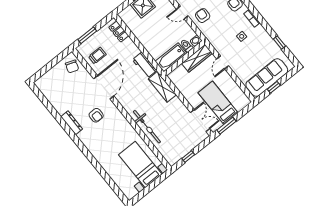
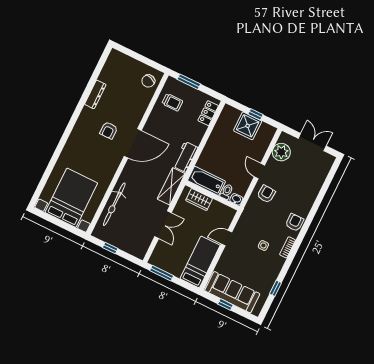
wardrobe: (197, 58) -> (199, 200), moved, width x0.67
door: (104, 87) -> (133, 143), moved
bed: (218, 103) -> (200, 262), moved
double door: (200, 120) -> (163, 225), moved
dresser: (72, 123) -> (95, 94), moved
bicycle: (147, 127) -> (114, 204), moved
bed with nightstands: (140, 164) -> (71, 198), width x1.36

